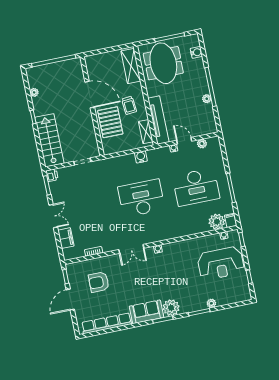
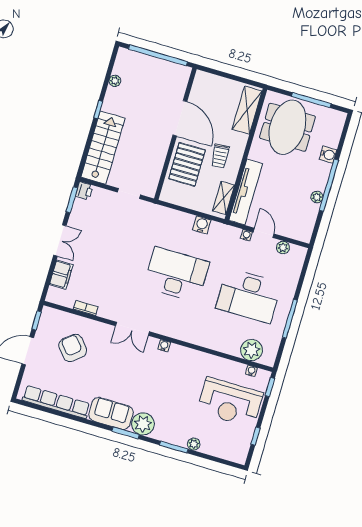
water cooler: (196, 52) -> (328, 155), moved
filing cabinet: (230, 220) -> (269, 357), removed
armchair: (99, 282) -> (73, 348), turned 50

